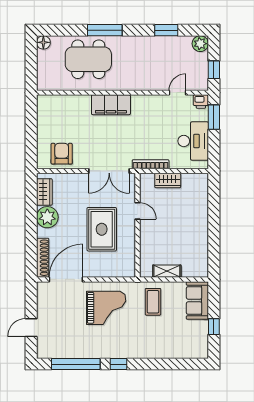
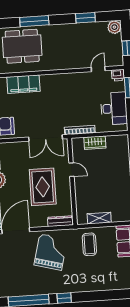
filing cabinet: (111, 105) -> (23, 84), moved
dresser: (120, 272) -> (60, 221), added
grand piano: (106, 308) -> (51, 252), turned -75

